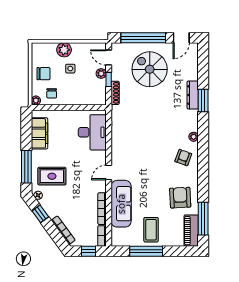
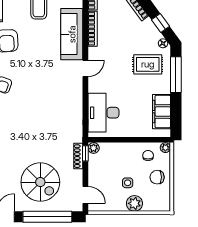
plant: (101, 74) -> (94, 148), moved
window: (109, 79) -> (85, 153), moved

